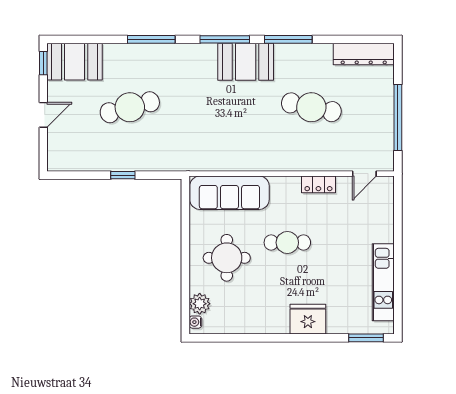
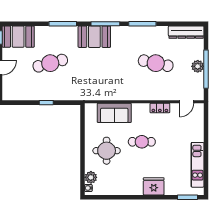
booth: (246, 62) -> (94, 37), moved
plant: (383, 113) -> (198, 66), added
sofa: (229, 193) -> (114, 113), width x0.73

